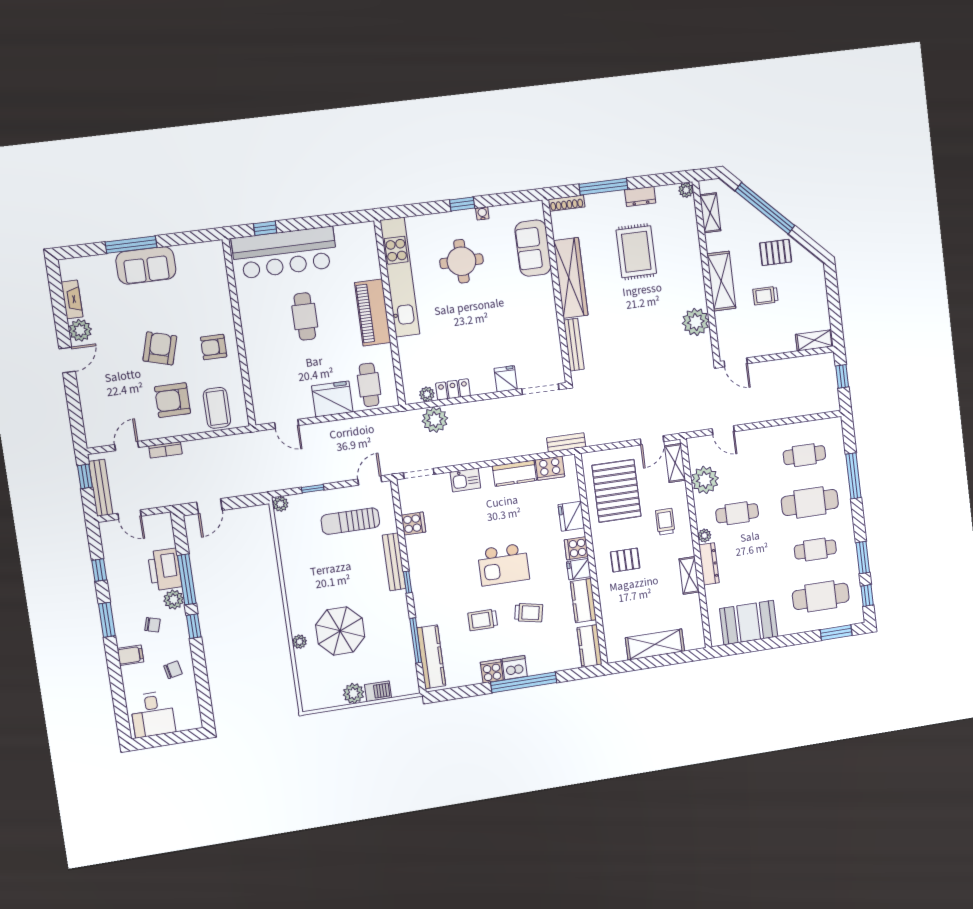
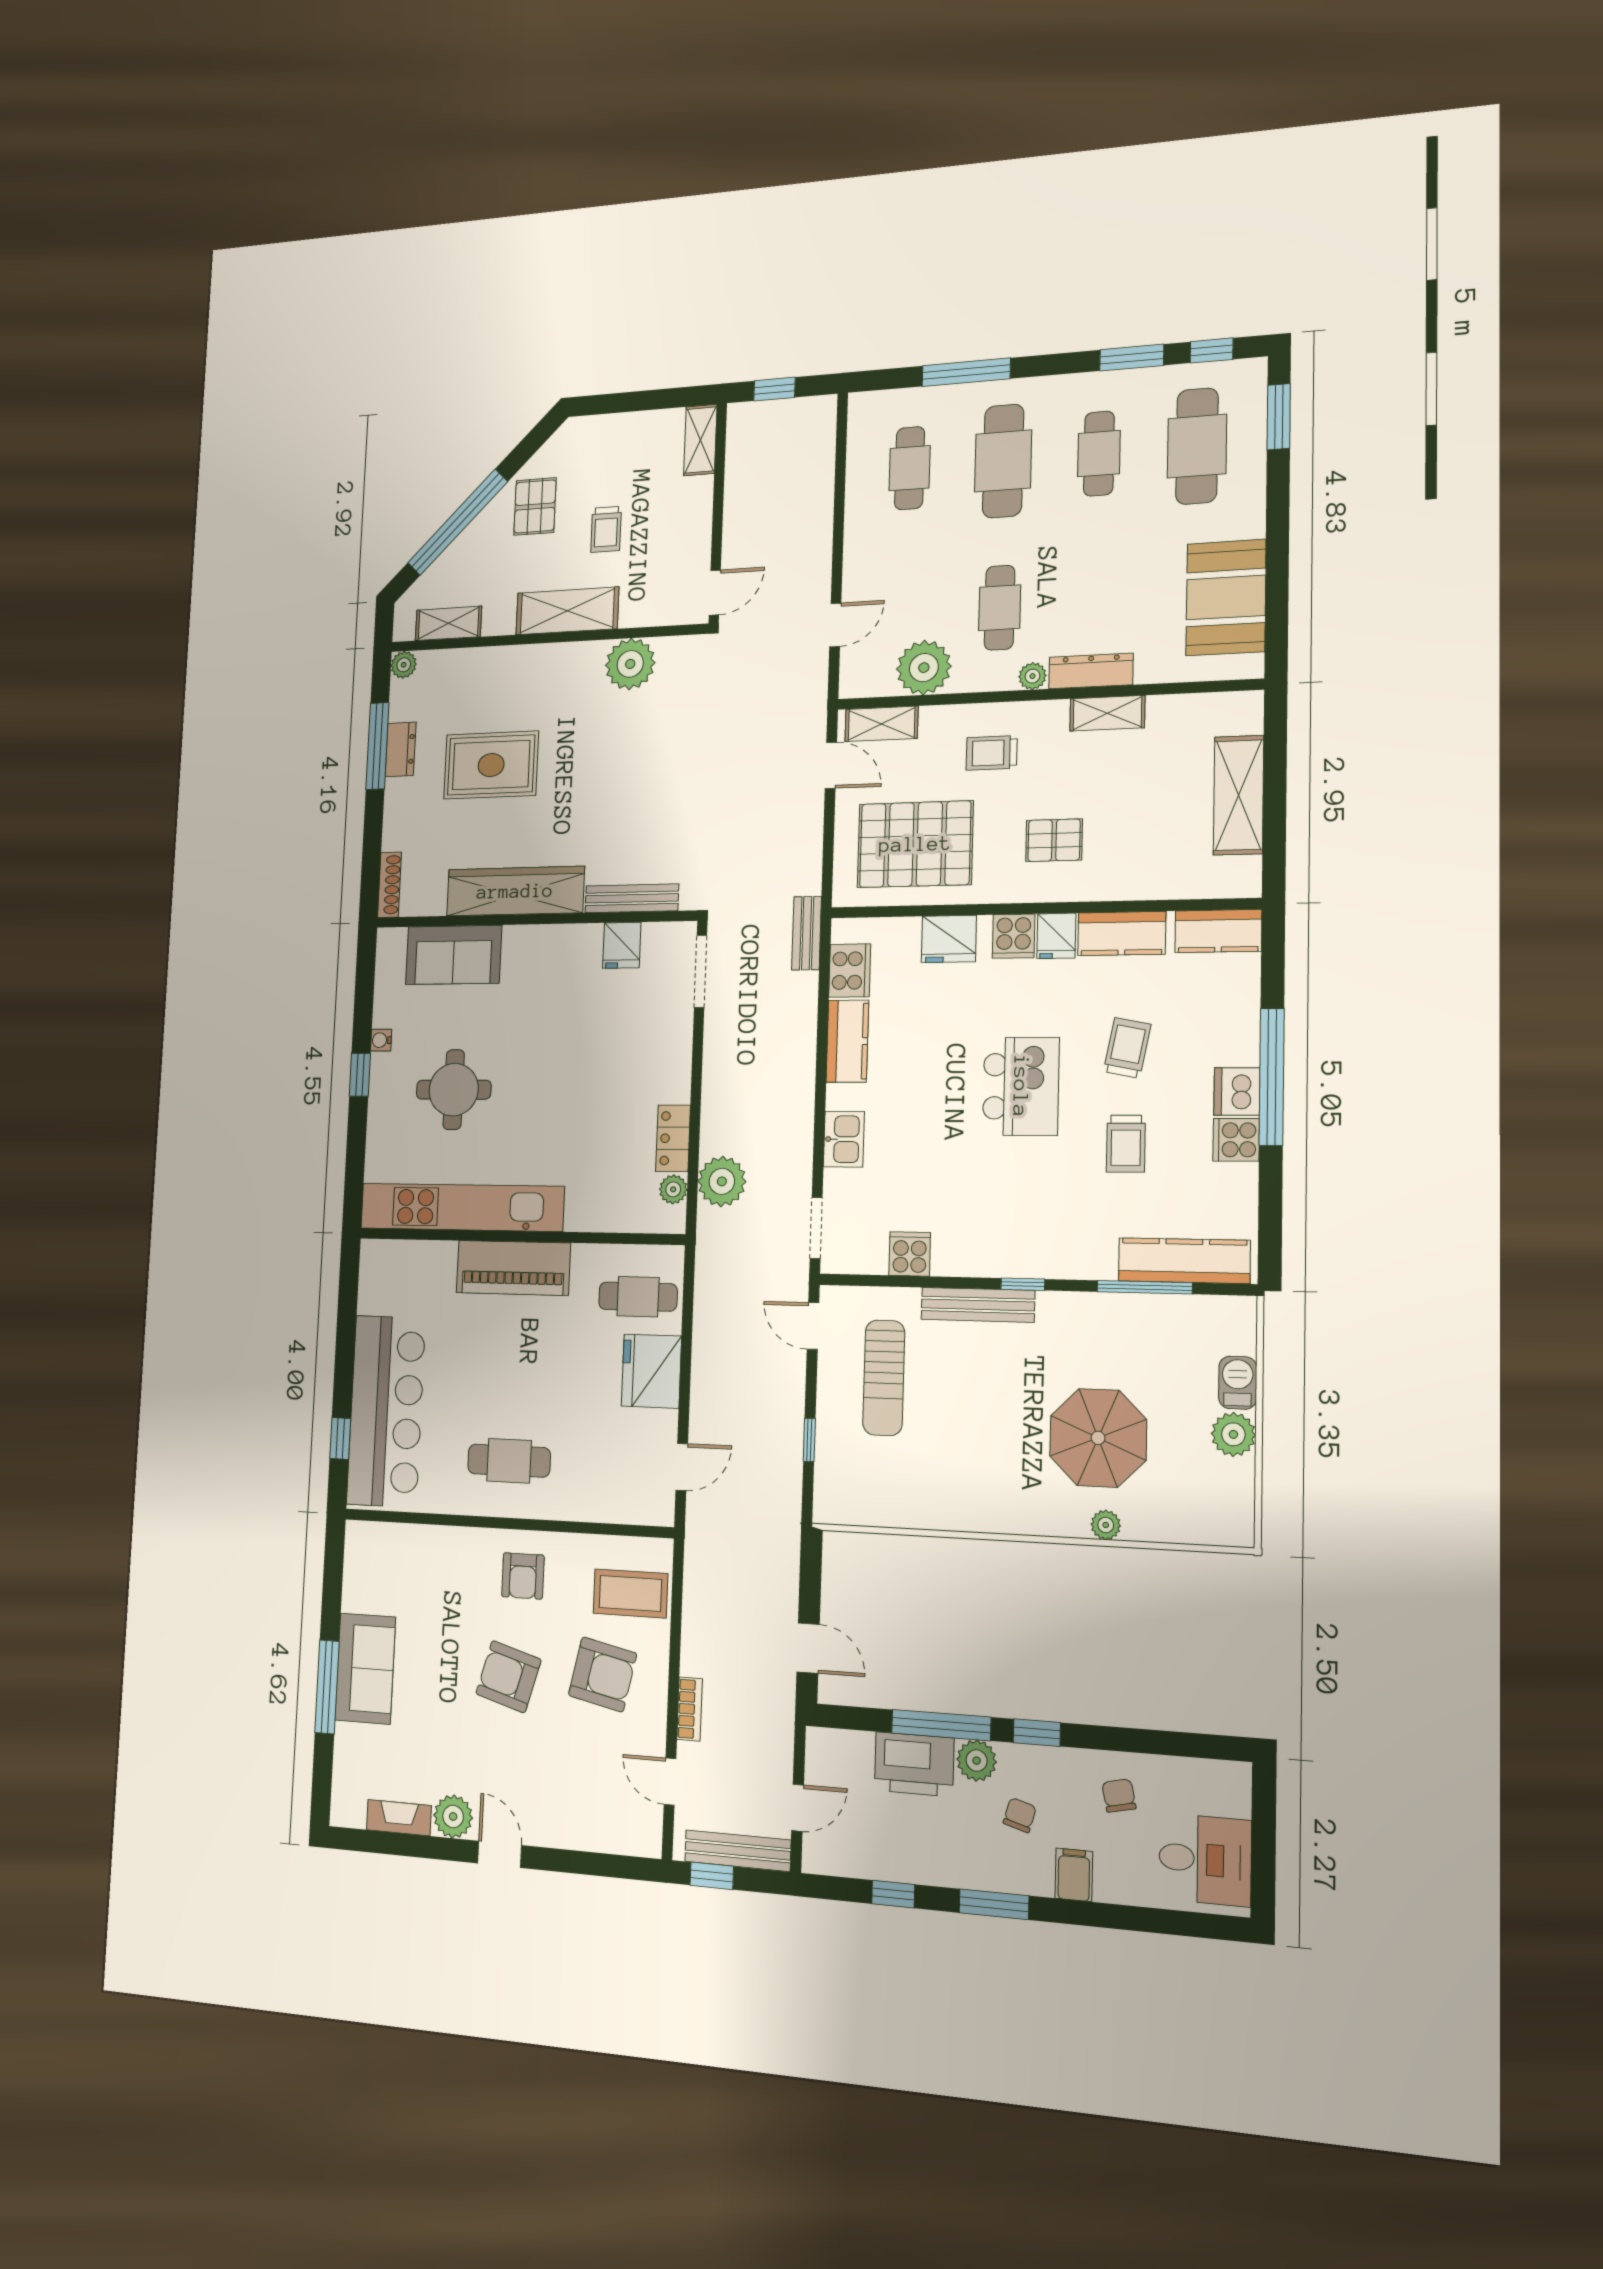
window: (603, 187) -> (377, 746), moved
cafe table: (305, 316) -> (509, 1461), moved
fridge: (506, 379) -> (622, 945), moved, turned -90
armchair: (172, 400) -> (603, 1674), turned -78
plant: (280, 504) -> (828, 1509), removed
pallet: (625, 560) -> (1054, 840), turned 90

